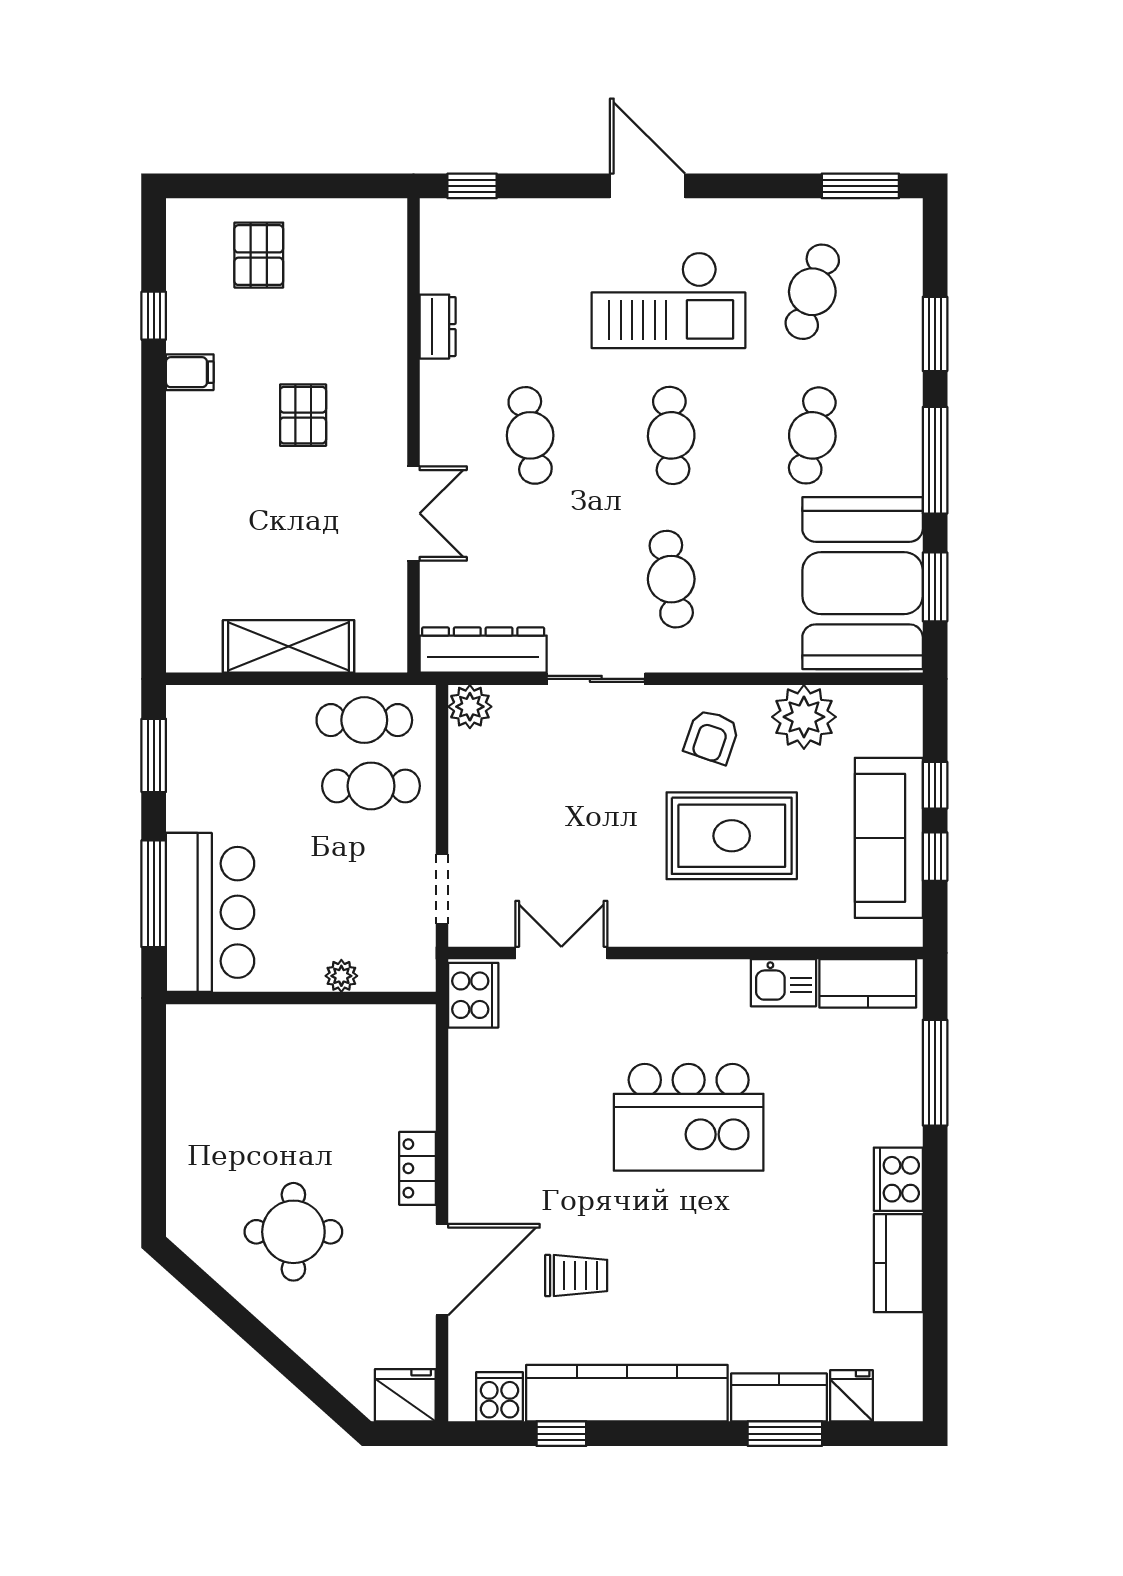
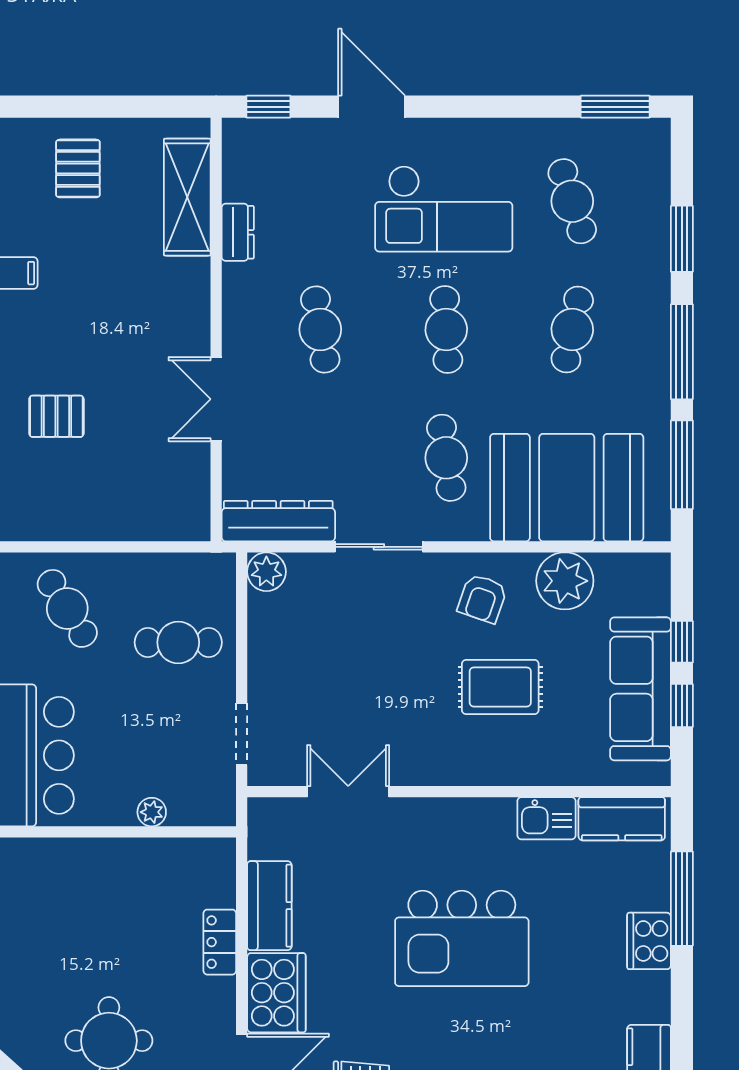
door: (647, 186) -> (372, 107), moved
cafe table: (812, 292) -> (572, 201), turned -36
pallet: (303, 415) -> (56, 416), moved, turned 90
double door: (413, 513) -> (216, 399), swing flipped
booth: (863, 583) -> (567, 488), moved, turned 90
window: (935, 587) -> (682, 465), width x1.44
shelving: (289, 646) -> (187, 197), moved, turned 90
cafe table: (364, 720) -> (67, 608), moved, turned 58
rug: (732, 836) -> (500, 687), width x0.73, depth x0.70
cooker: (473, 995) -> (276, 993), moved, width x1.37, depth x1.31
kitchen counter: (473, 1081) -> (269, 906), added
locker: (418, 1168) -> (220, 942), moved
cooker: (898, 1179) -> (649, 941), moved

